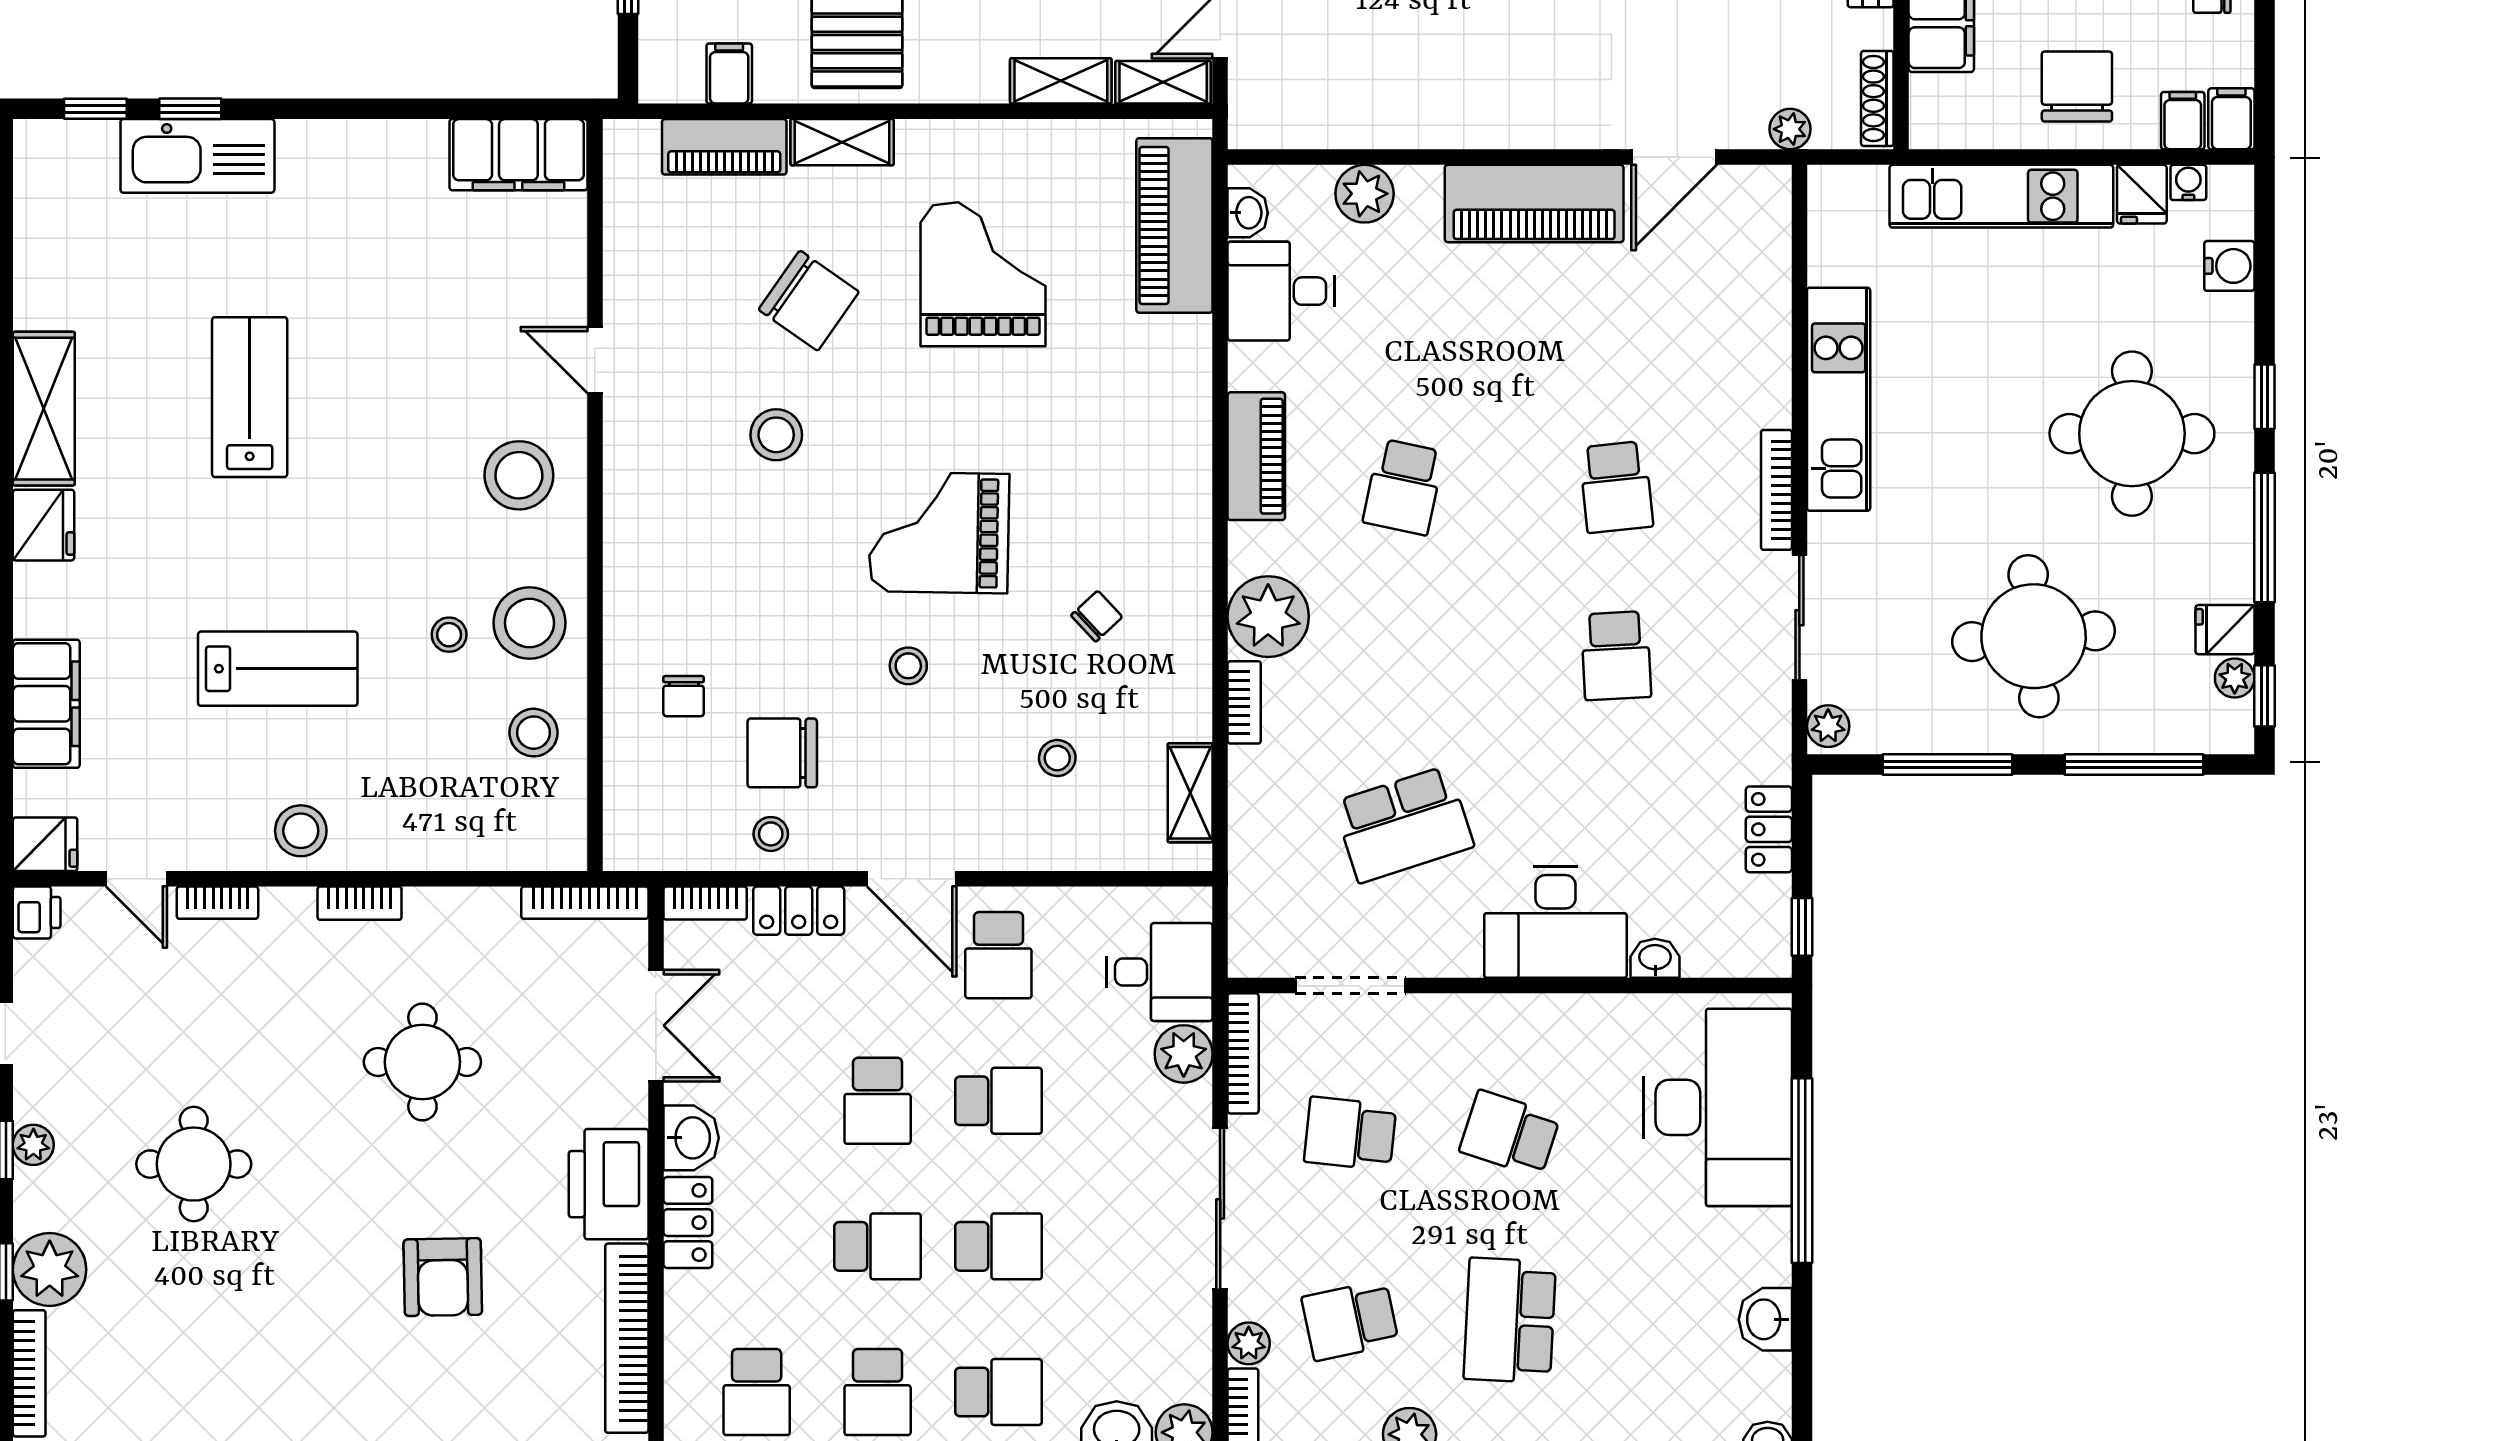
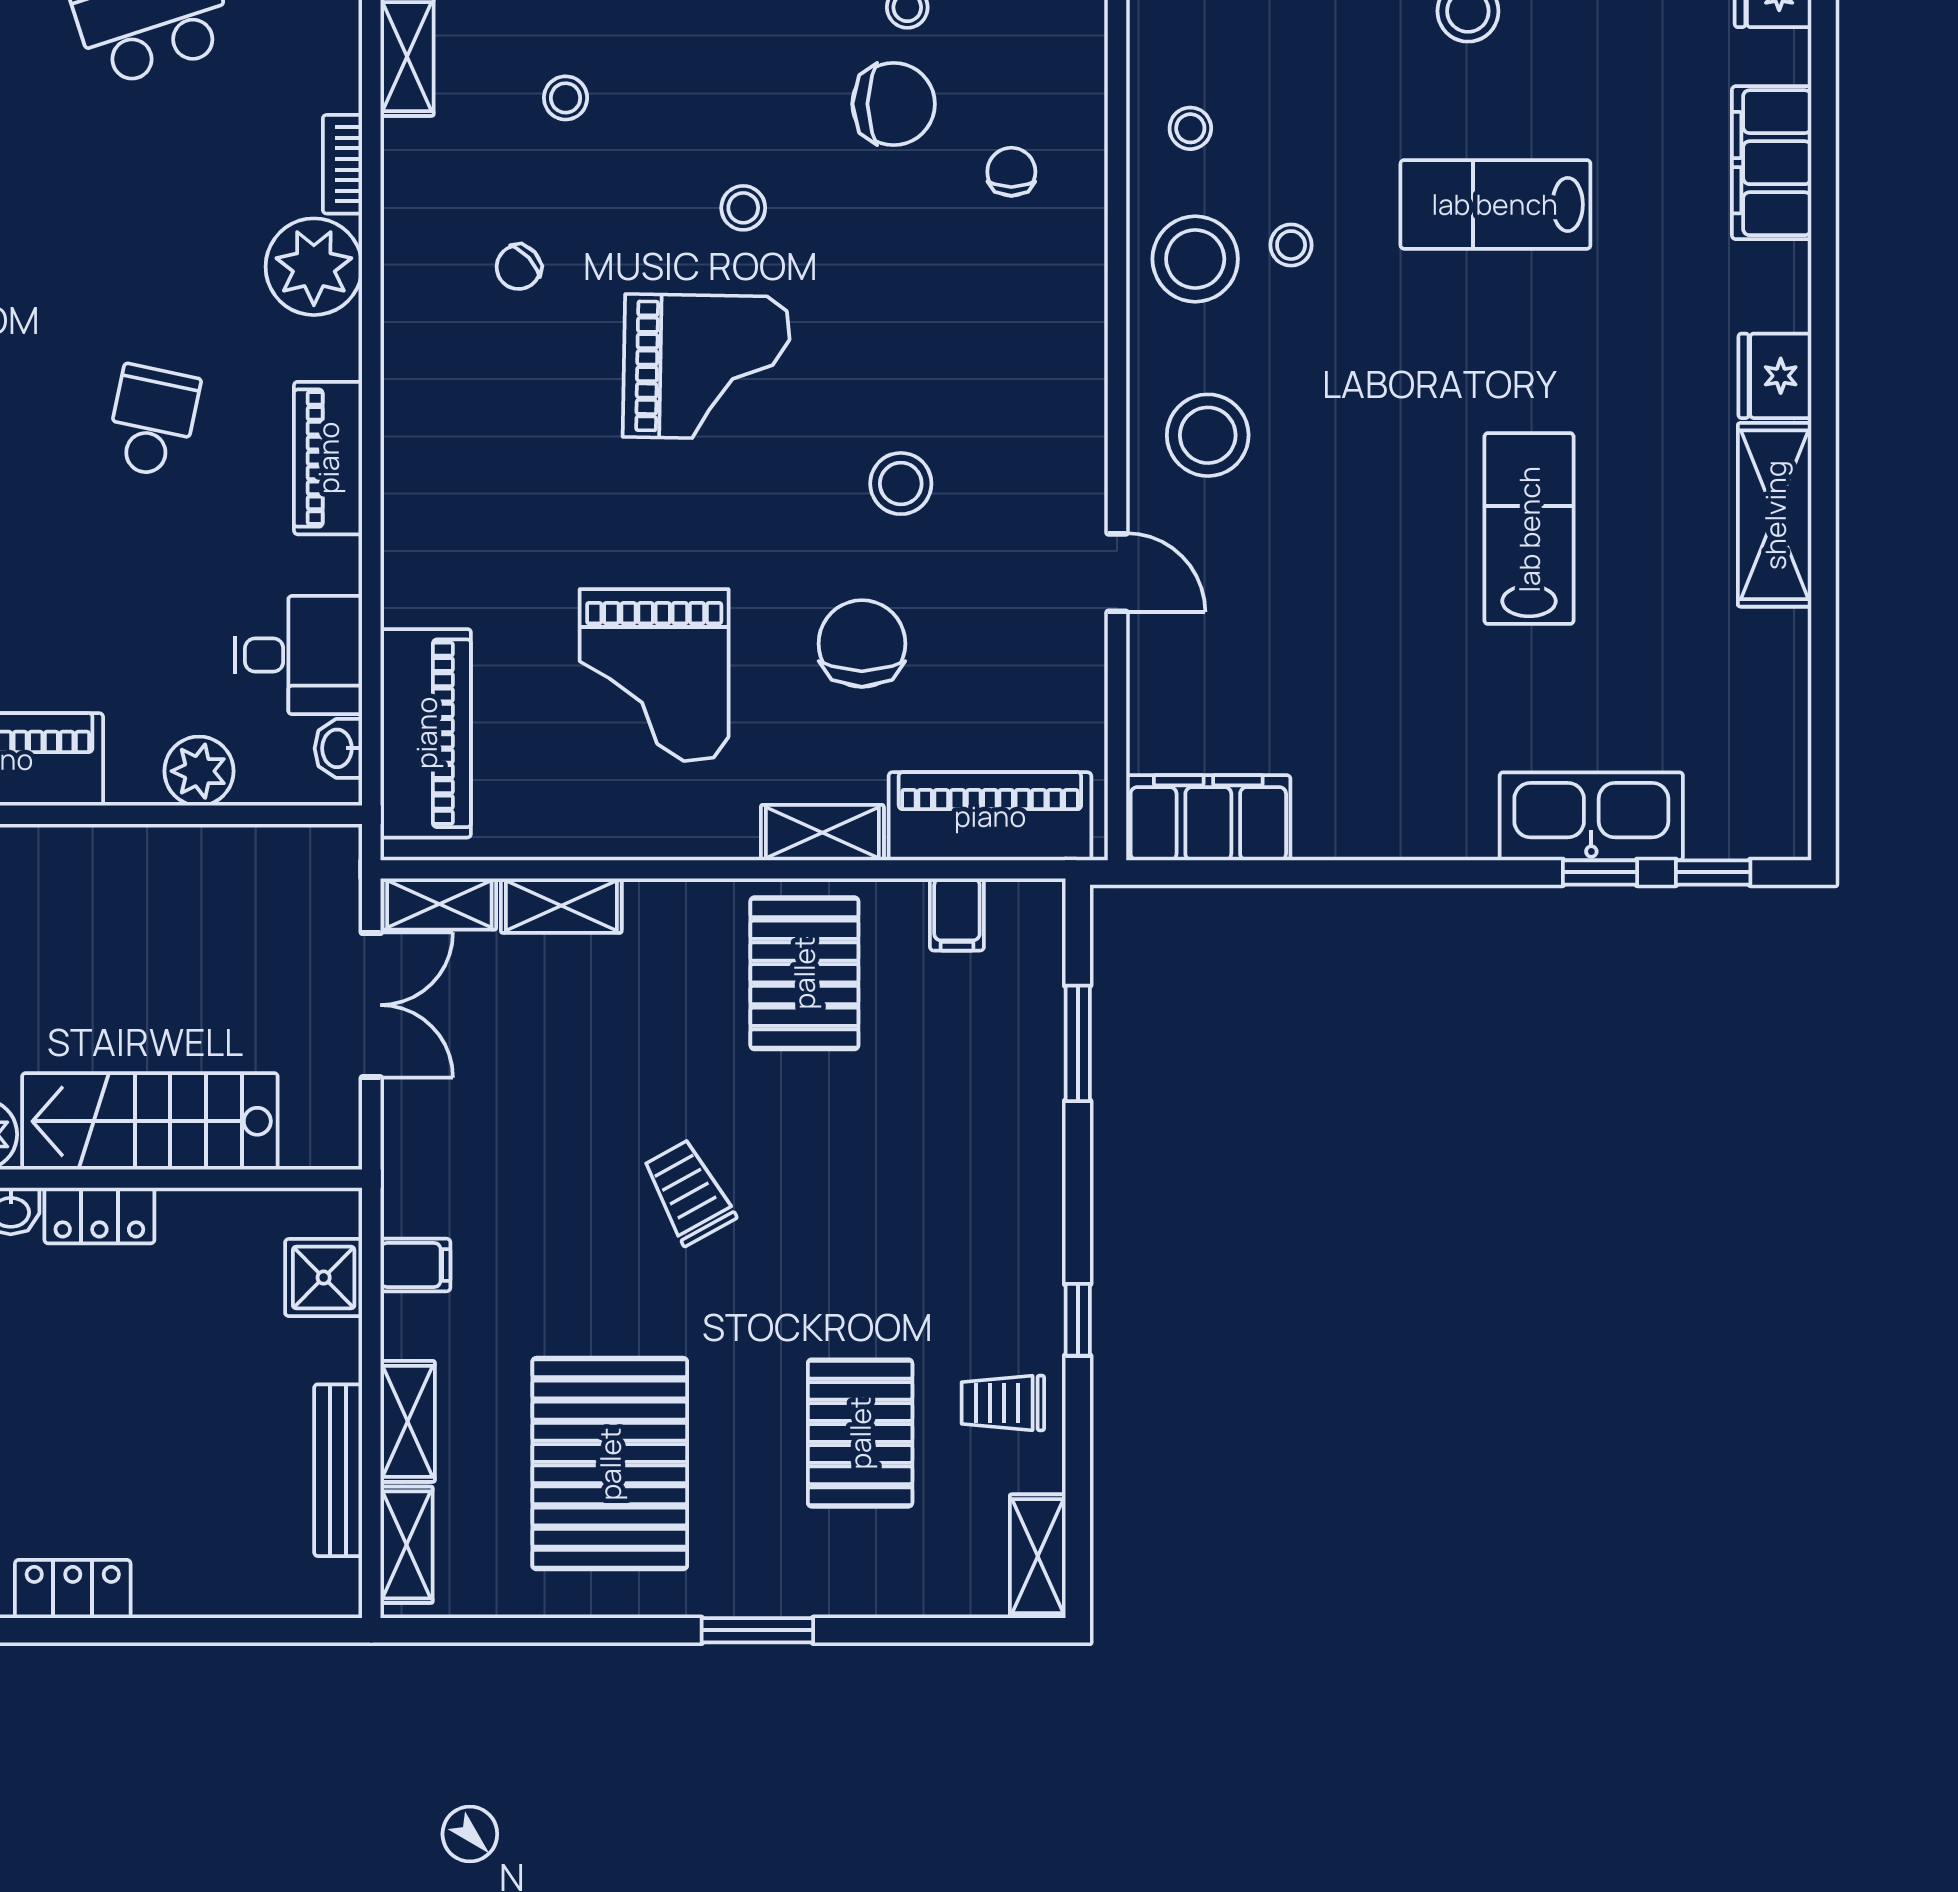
piano: (724, 147) -> (990, 816), width x1.37, depth x1.33
chair: (809, 301) -> (862, 644), turned 55
lab bench: (250, 397) -> (1529, 529), turned 180
stool: (534, 733) -> (1190, 128), width x0.73, depth x0.73

